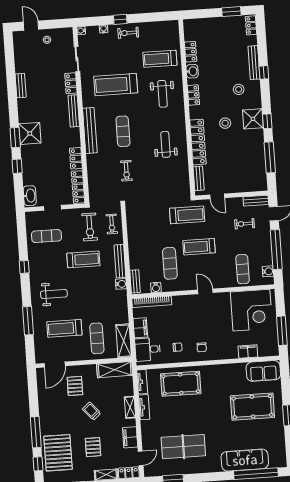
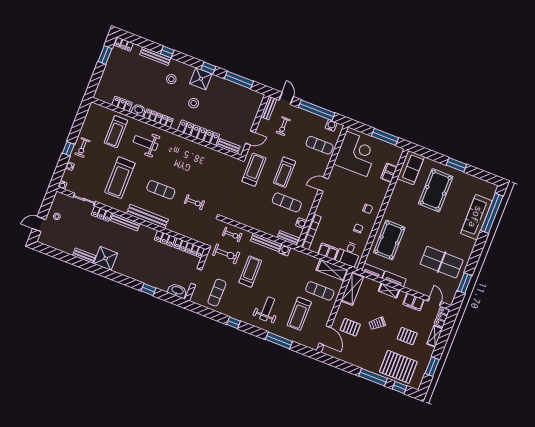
weight bench: (162, 94) -> (145, 143), turned 180
locker: (193, 95) -> (158, 118), width x1.53
shower: (30, 133) -> (106, 258), moved
window: (15, 138) -> (124, 280), removed
weight bench: (166, 144) -> (188, 160), removed
table tennis table: (183, 447) -> (442, 262), turned 90

